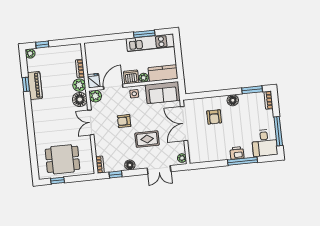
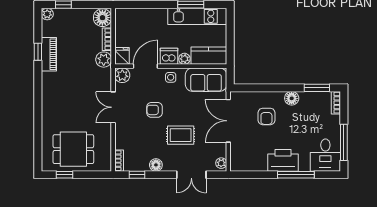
floor lamp: (80, 99) -> (102, 18), moved
printer: (237, 153) -> (283, 160), width x1.87, depth x1.48

